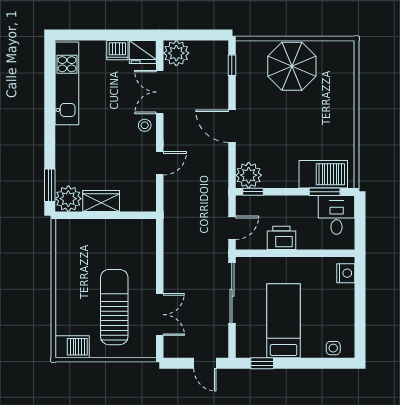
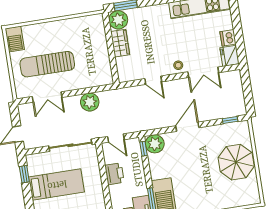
plant: (176, 53) -> (90, 102), moved
double door: (160, 92) -> (203, 72), swing flipped
sun lounger: (114, 307) -> (47, 64), turned 180

